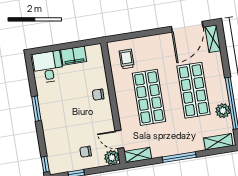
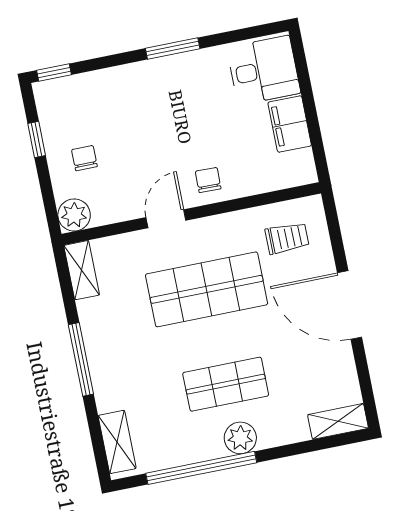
door: (187, 27) -> (350, 305), moved
shop shelf: (193, 90) -> (226, 384), width x0.70, depth x0.74
plant: (223, 111) -> (240, 438), moved
door: (119, 139) -> (166, 219), moved

